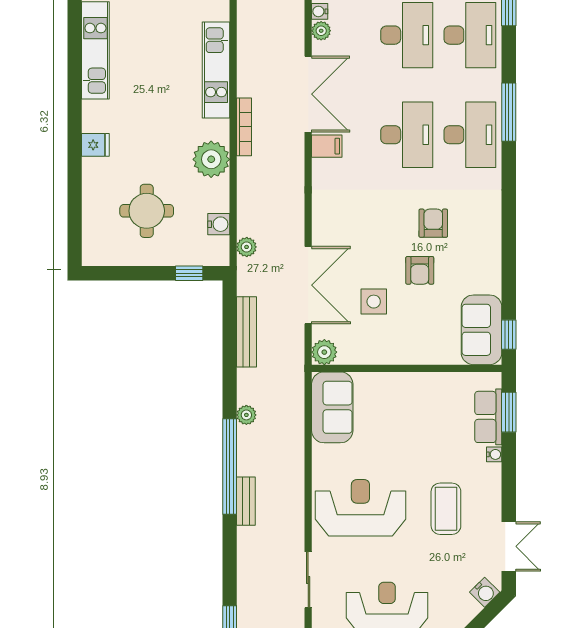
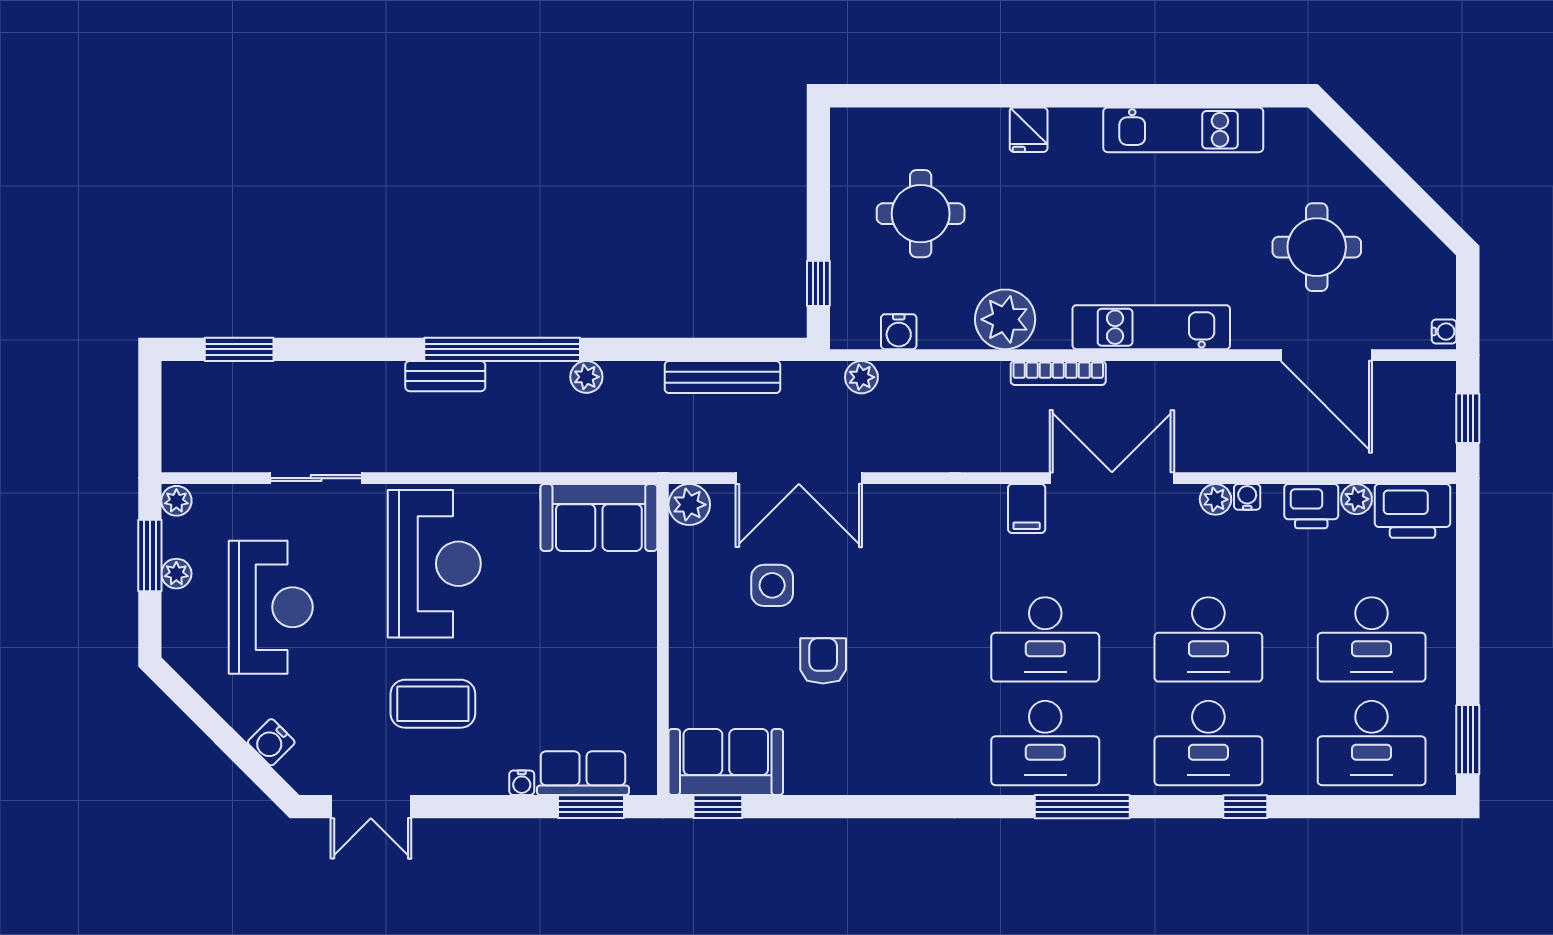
double door: (308, 94) -> (1112, 478), swing flipped
armchair: (433, 223) -> (900, 683), removed
armchair: (420, 270) -> (823, 661), turned 90
water cooler: (485, 592) -> (271, 742), moved

